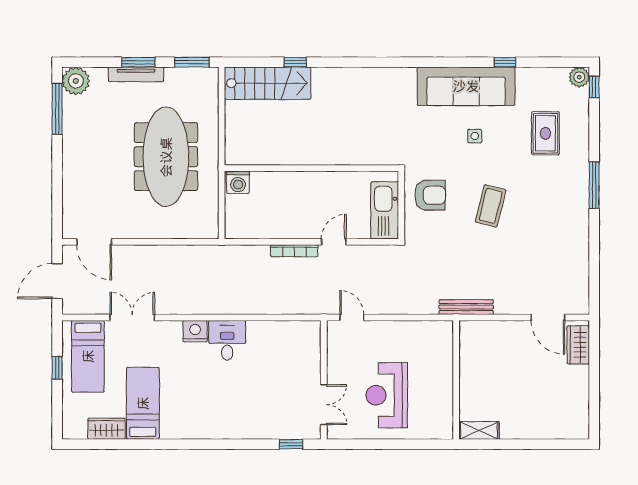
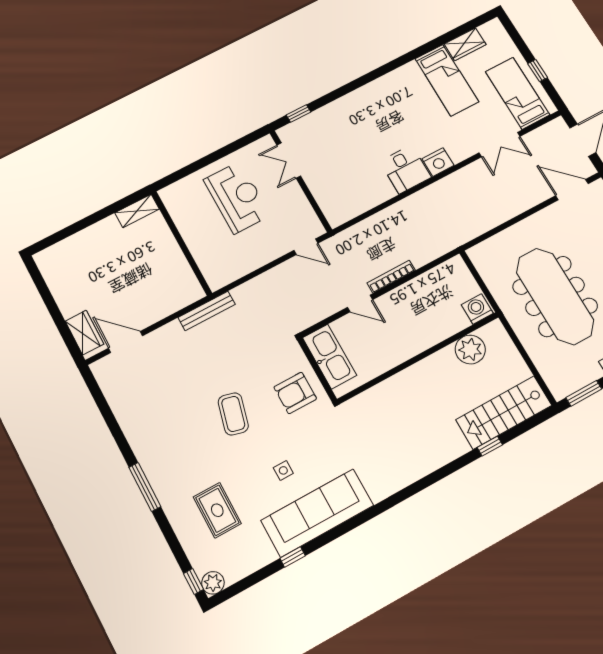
plant: (264, 151) -> (470, 349), added
door: (334, 242) -> (360, 303), hinge flipped

